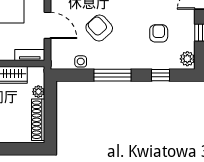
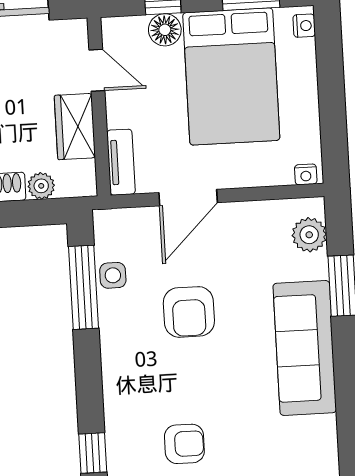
armchair: (99, 28) -> (189, 312), turned 132
window: (112, 75) -> (83, 287), moved

